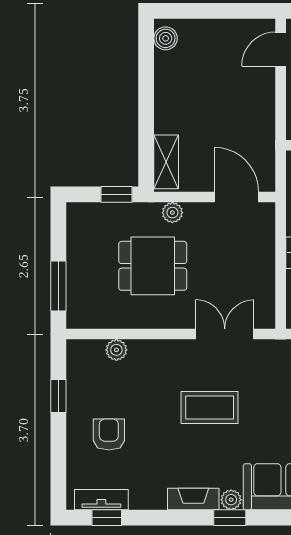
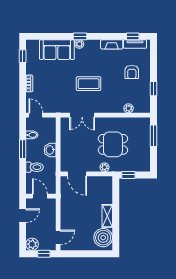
boiler: (166, 38) -> (103, 238), width x1.86, depth x1.86
shelving: (166, 162) -> (107, 216), moved
fireplace: (193, 499) -> (112, 44), moved

